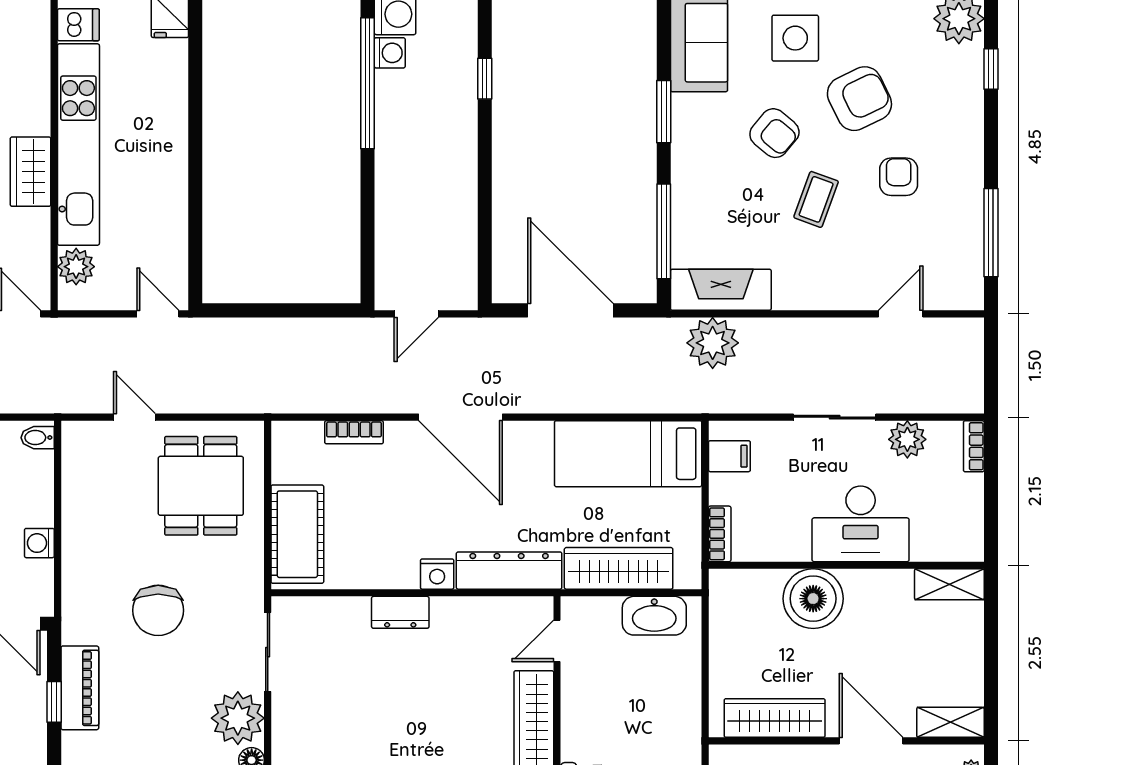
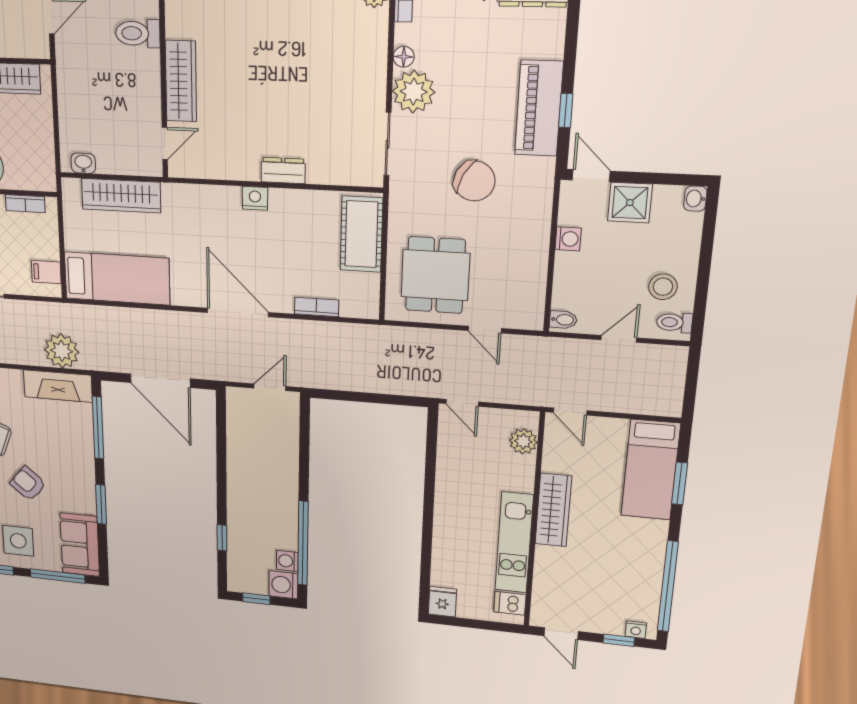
kitchen unit: (78, 145) -> (514, 543), width x0.73
wardrobe: (31, 172) -> (553, 510), width x1.50
bookcase: (720, 534) -> (25, 204), moved, turned -90
dresser: (509, 571) -> (201, 198), removed
chair: (158, 610) -> (474, 181), turned 118
washbasin: (654, 616) -> (83, 163), width x0.52, depth x0.69
piano: (80, 688) -> (539, 108), width x1.37, depth x1.33

